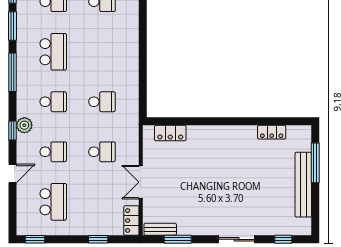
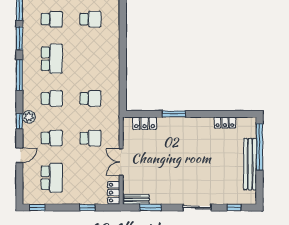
window: (207, 121) -> (174, 114), added
window: (315, 163) -> (259, 147), width x1.46

